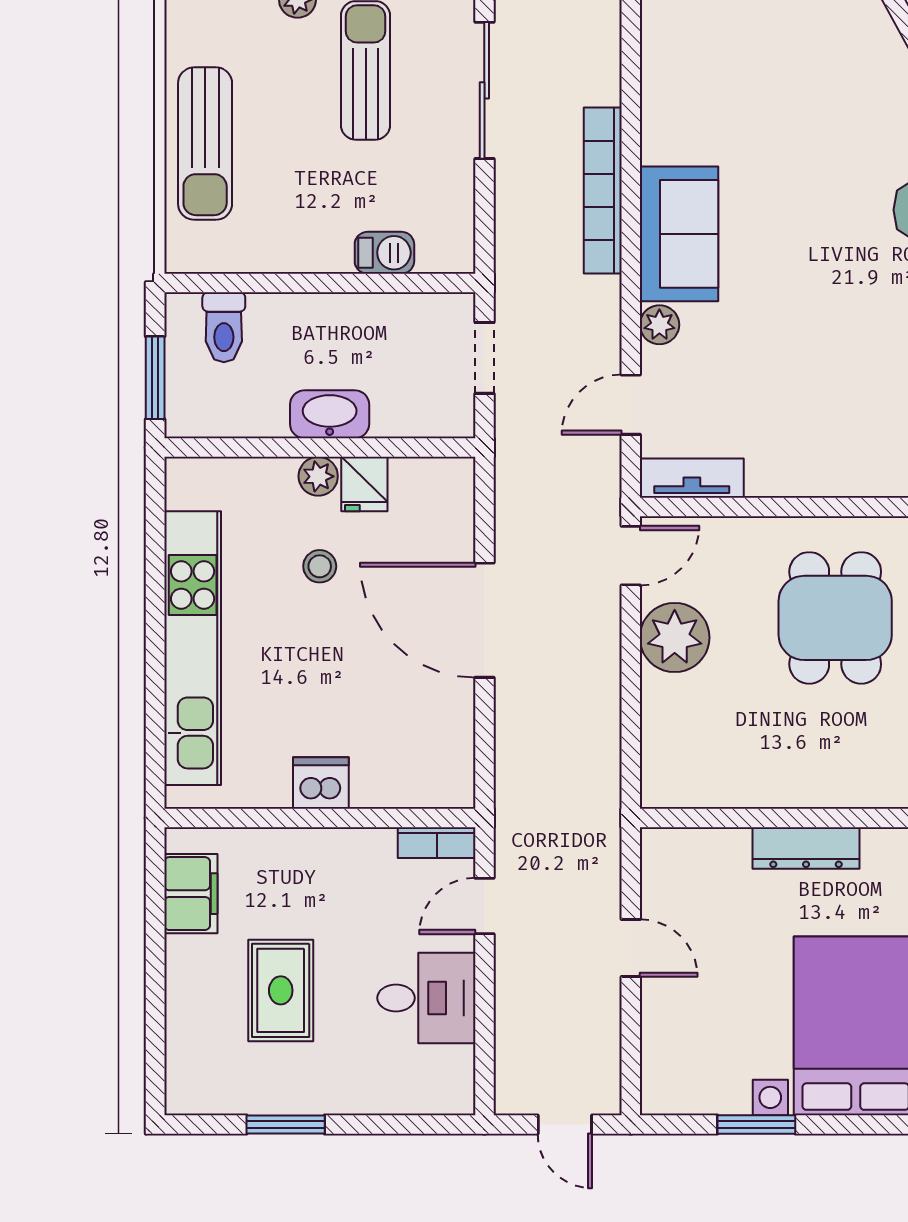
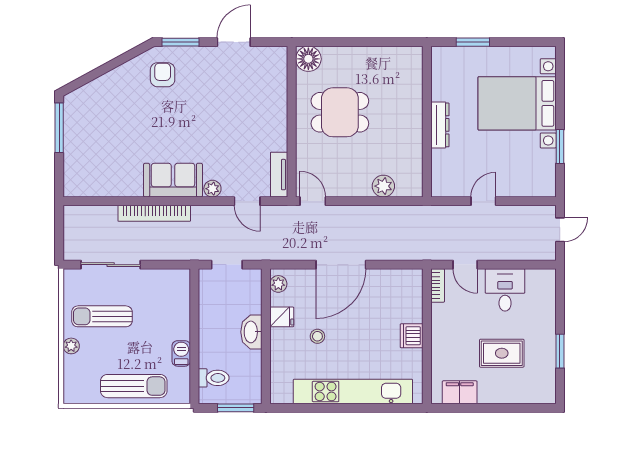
barbecue: (384, 253) -> (181, 353), moved
plant: (318, 476) -> (278, 284), moved
plant: (675, 638) -> (383, 186), moved, width x0.73, depth x0.73

